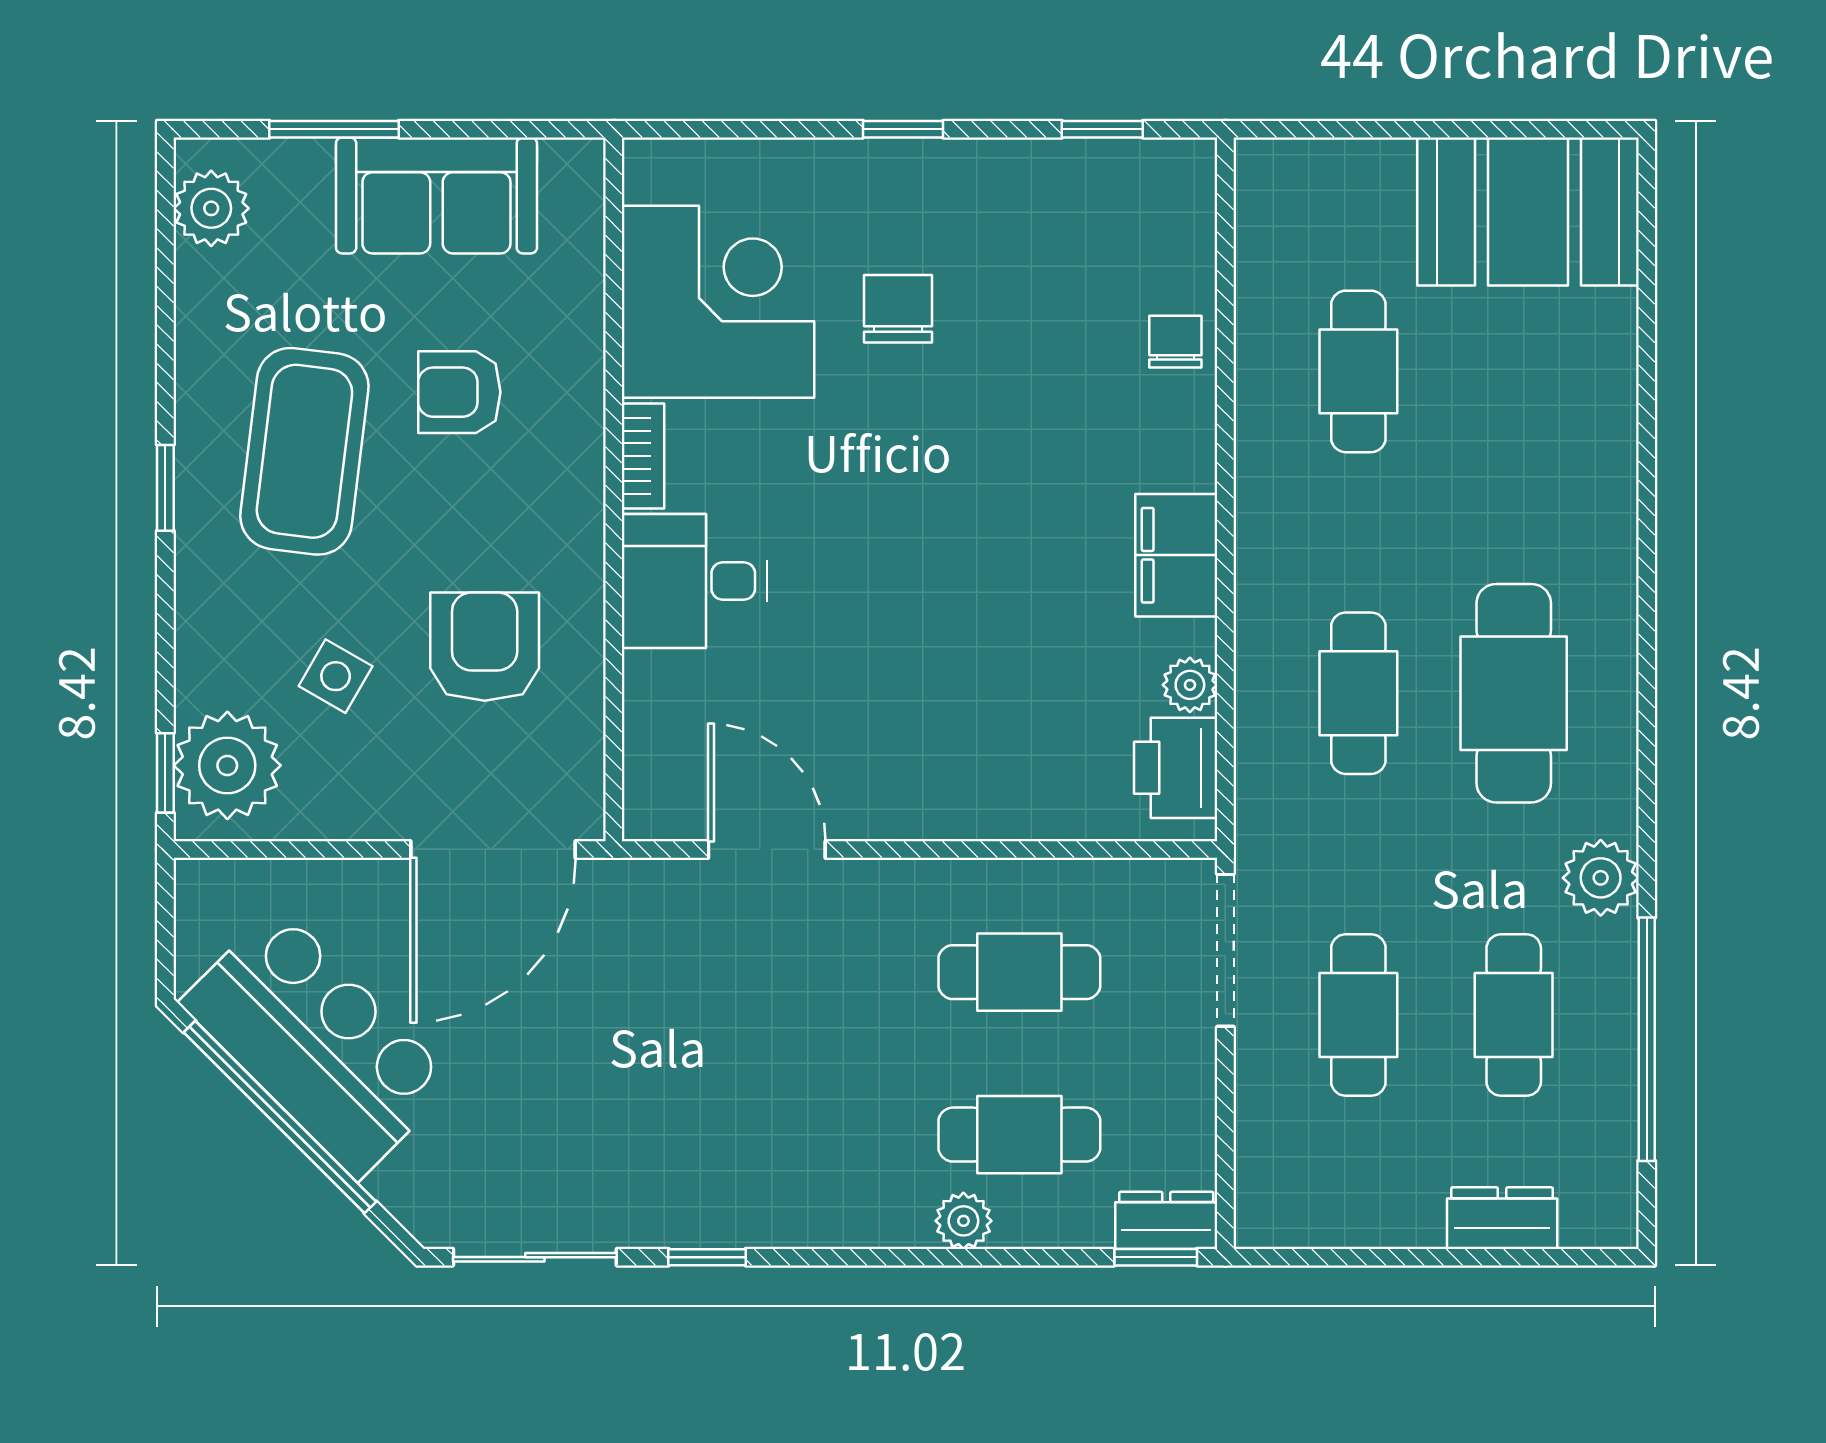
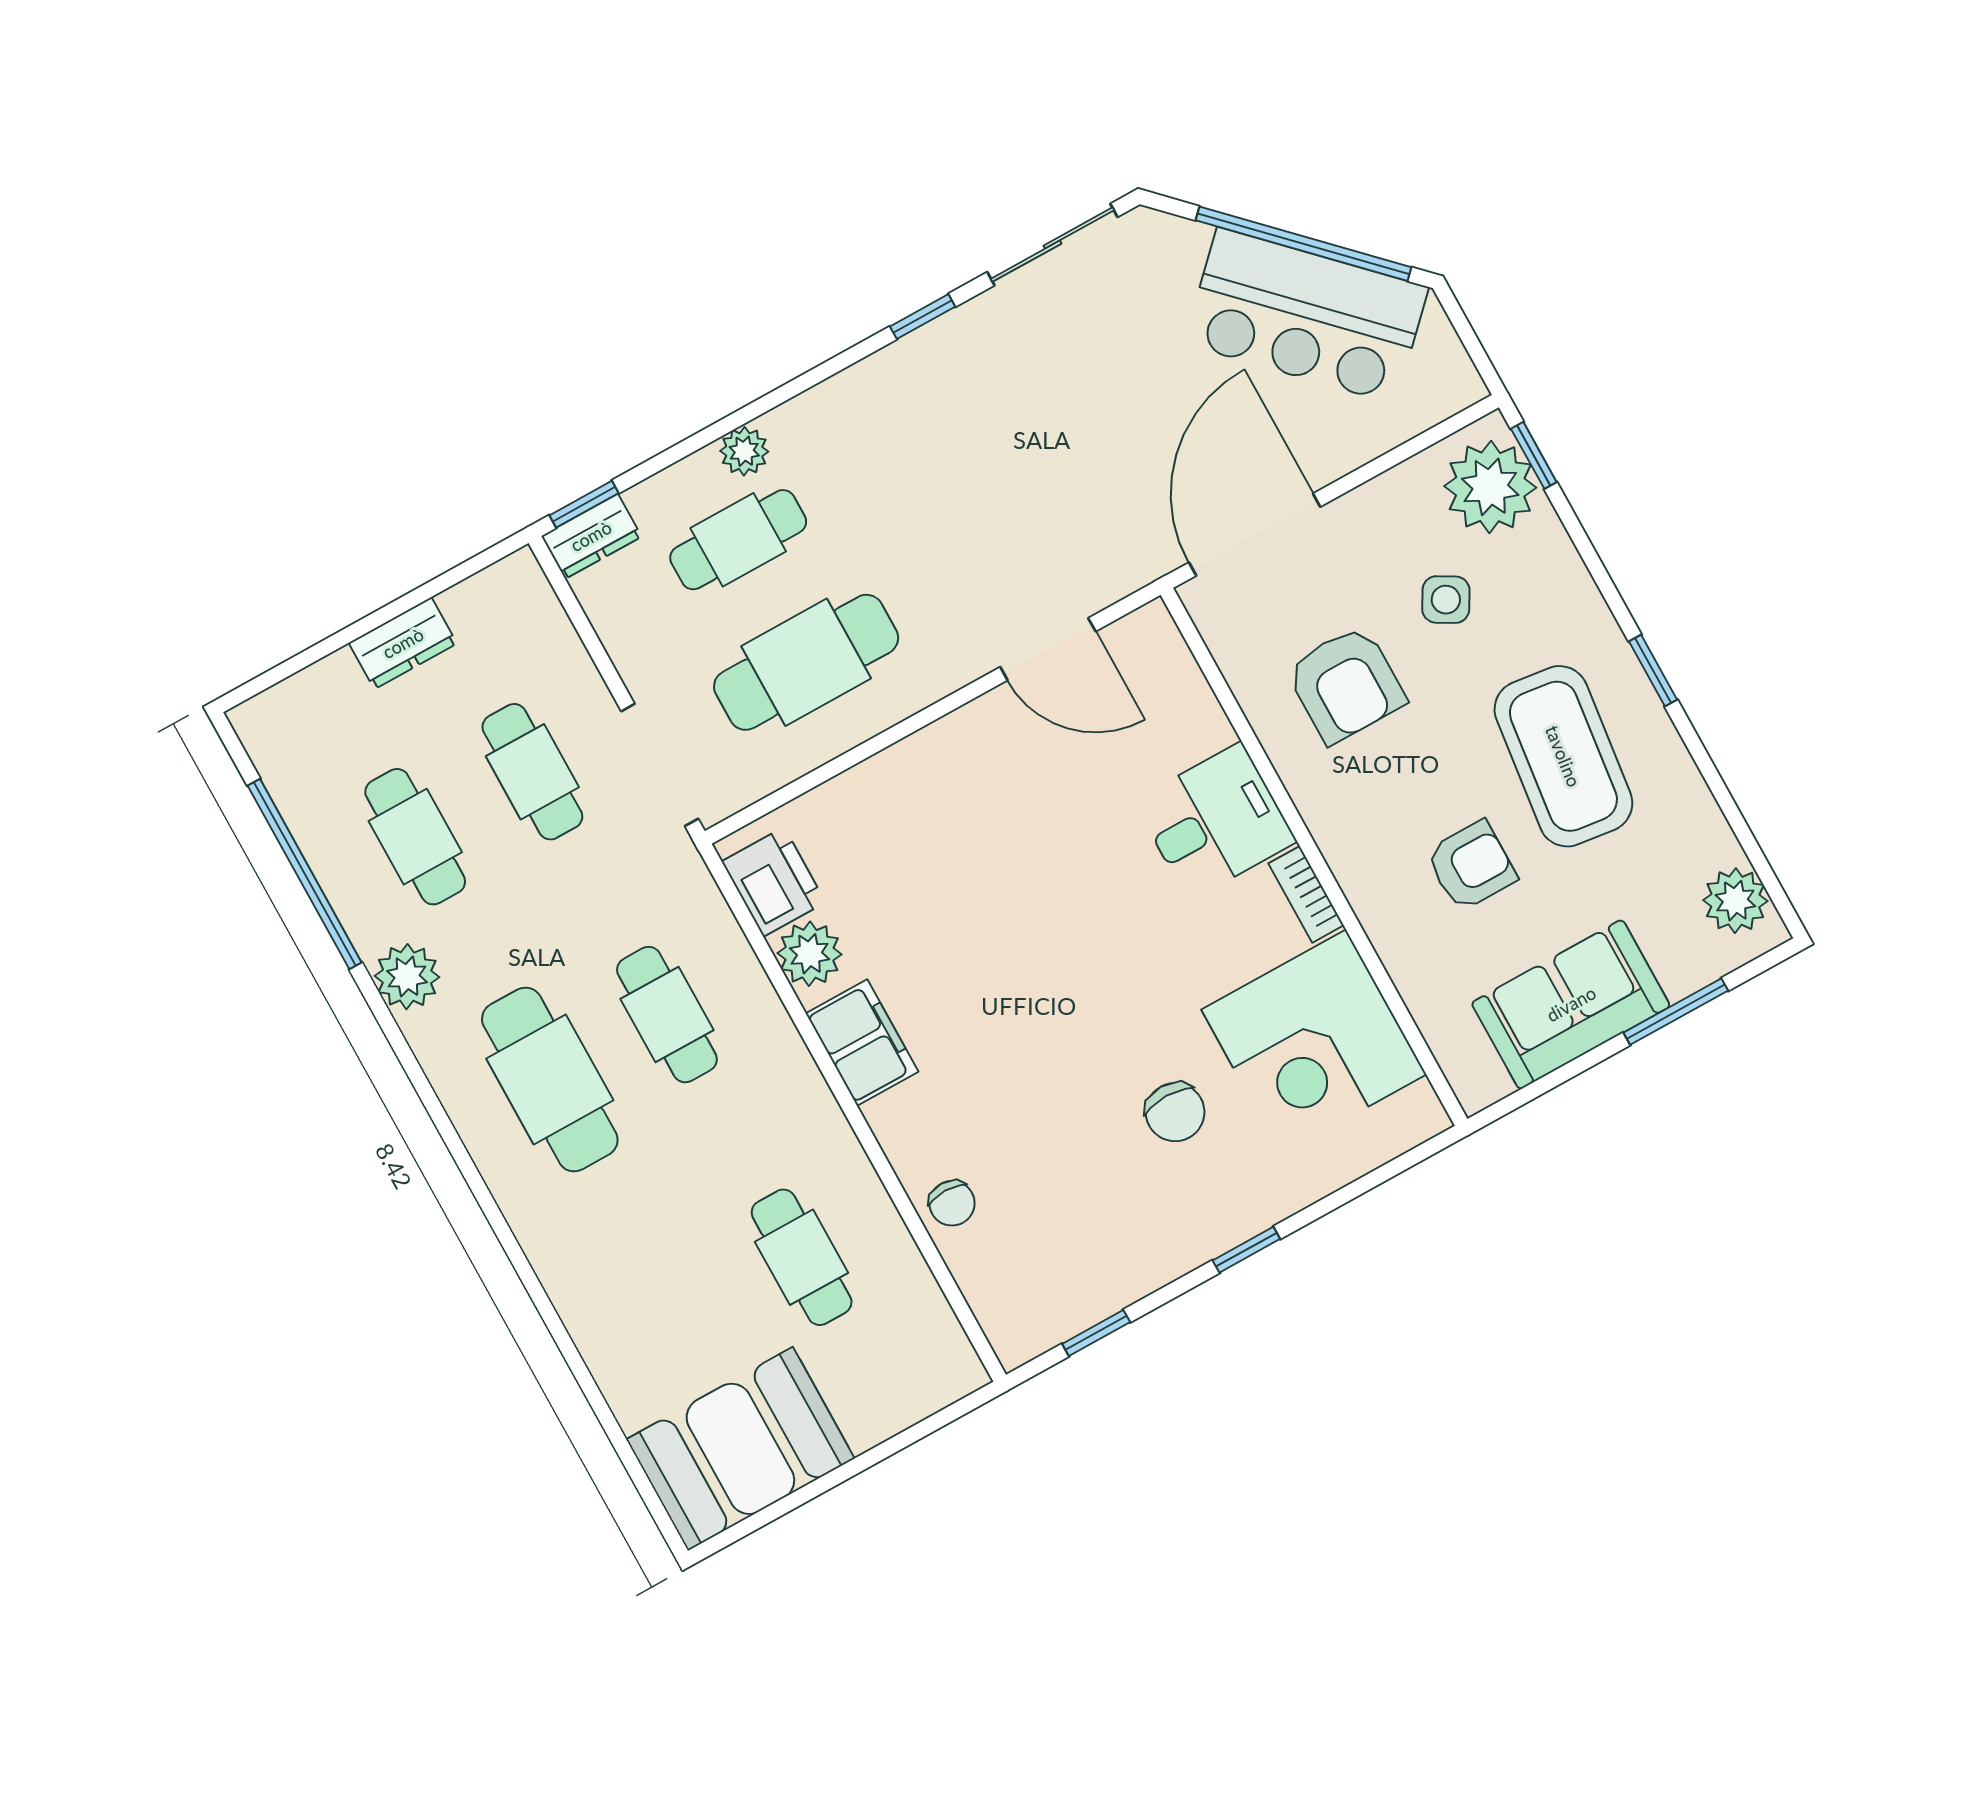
plant: (1190, 685) -> (810, 954), width x1.38, depth x1.38
cafe table: (1019, 972) -> (806, 662), width x1.37, depth x1.35
dresser: (1502, 1218) -> (403, 643), moved

